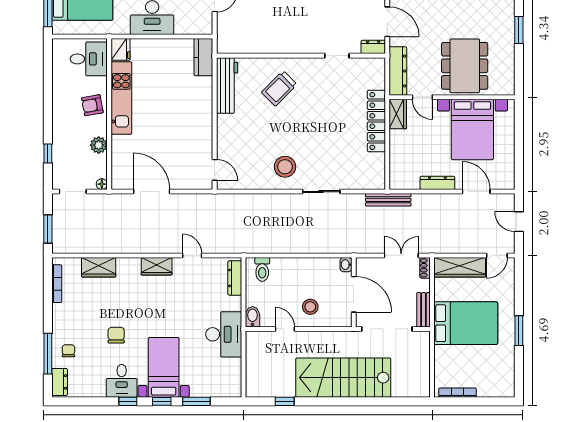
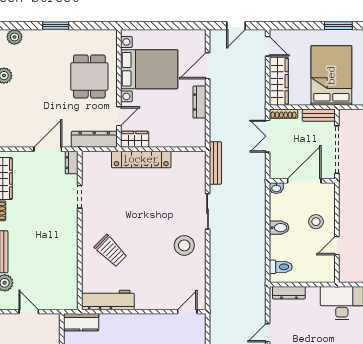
dining table: (465, 66) -> (89, 76), width x0.73
bench: (388, 200) -> (215, 163), moved
shoe rack: (425, 268) -> (284, 114), width x1.43
bidet: (253, 317) -> (279, 228), moved, turned 180

